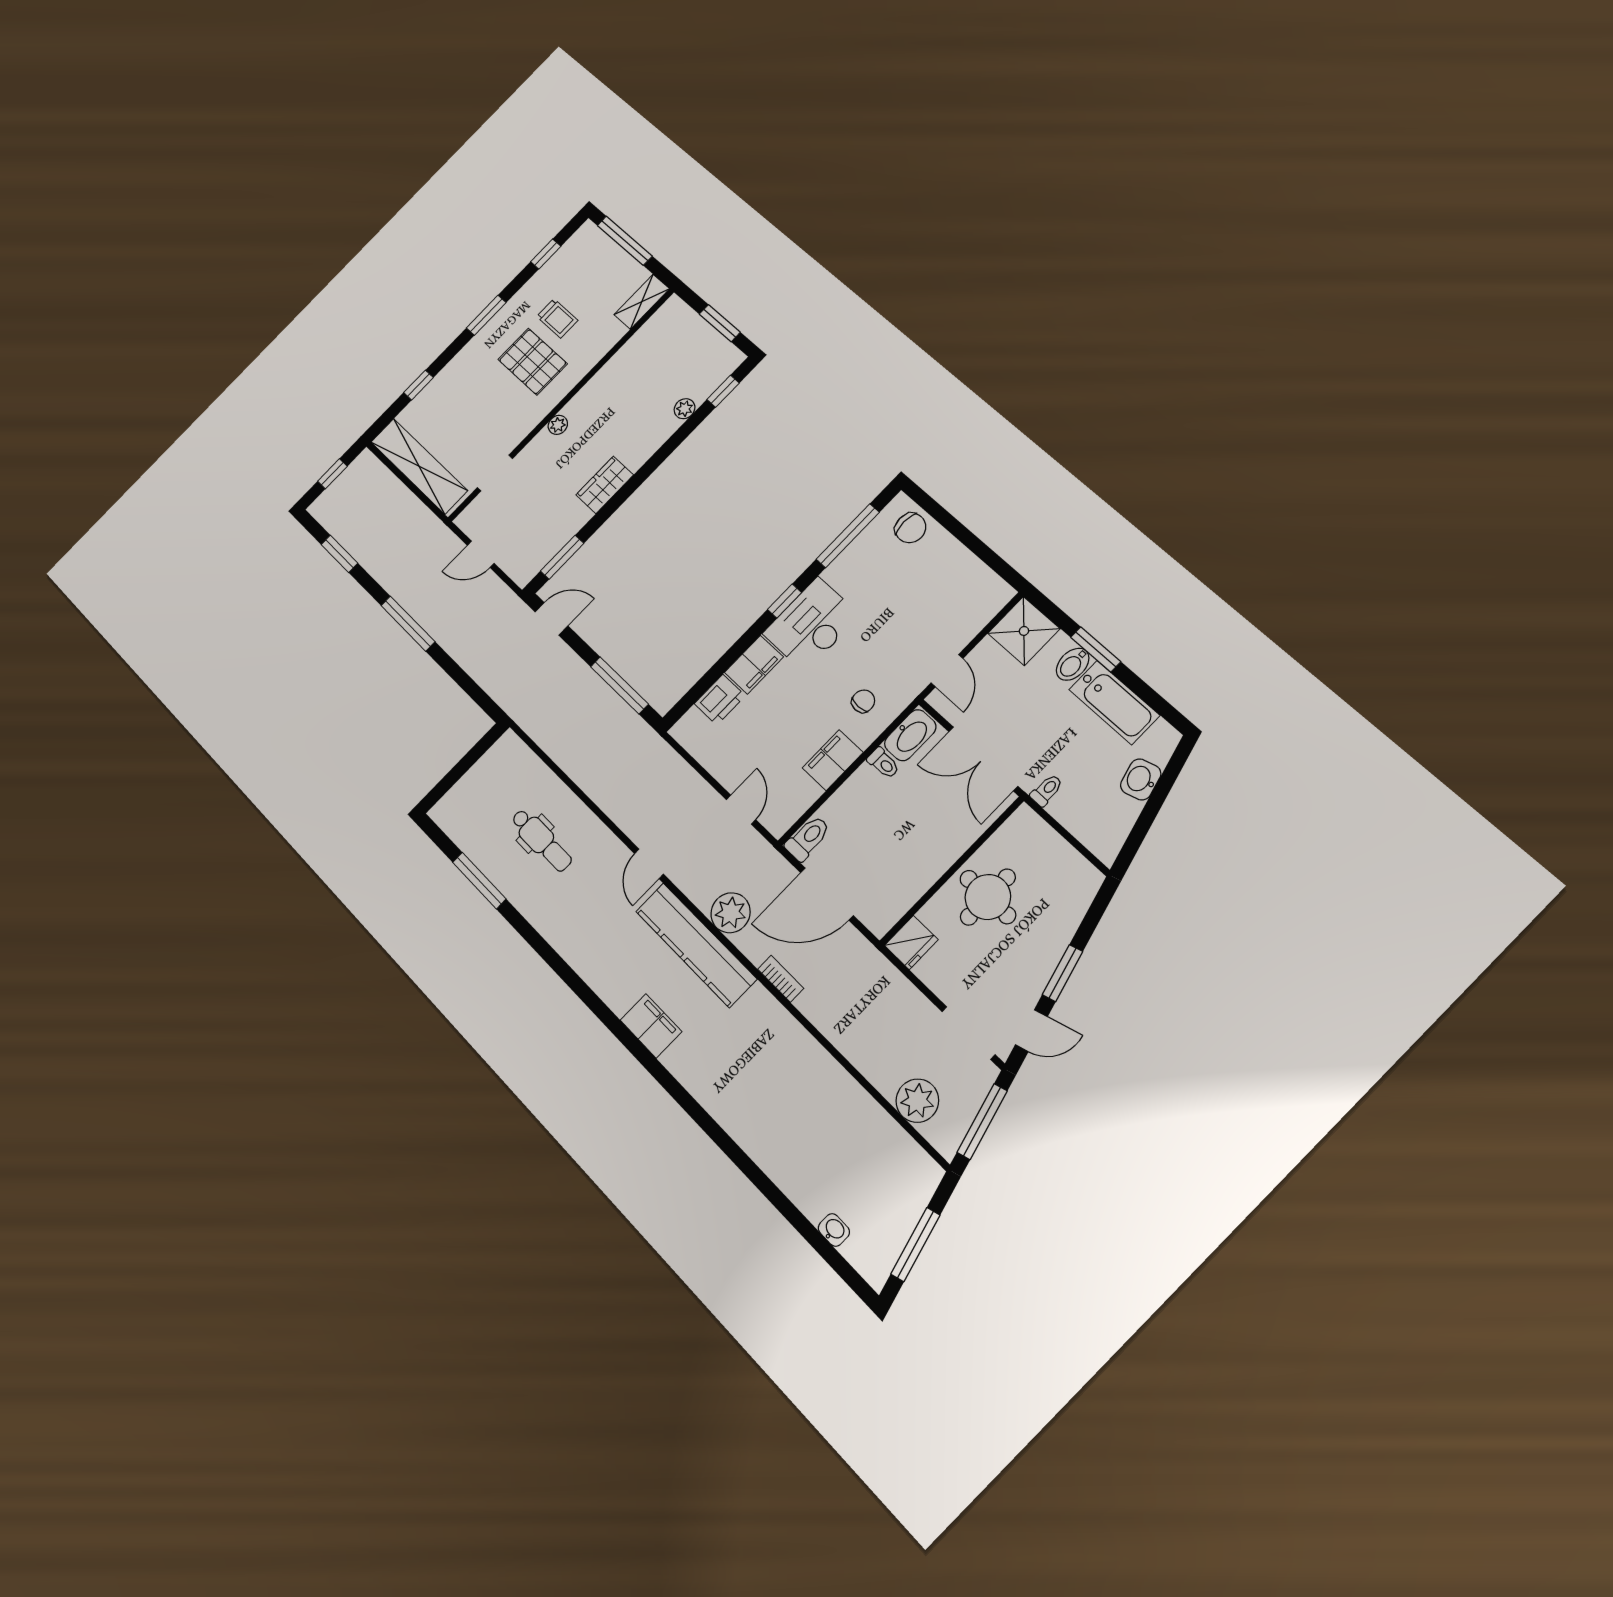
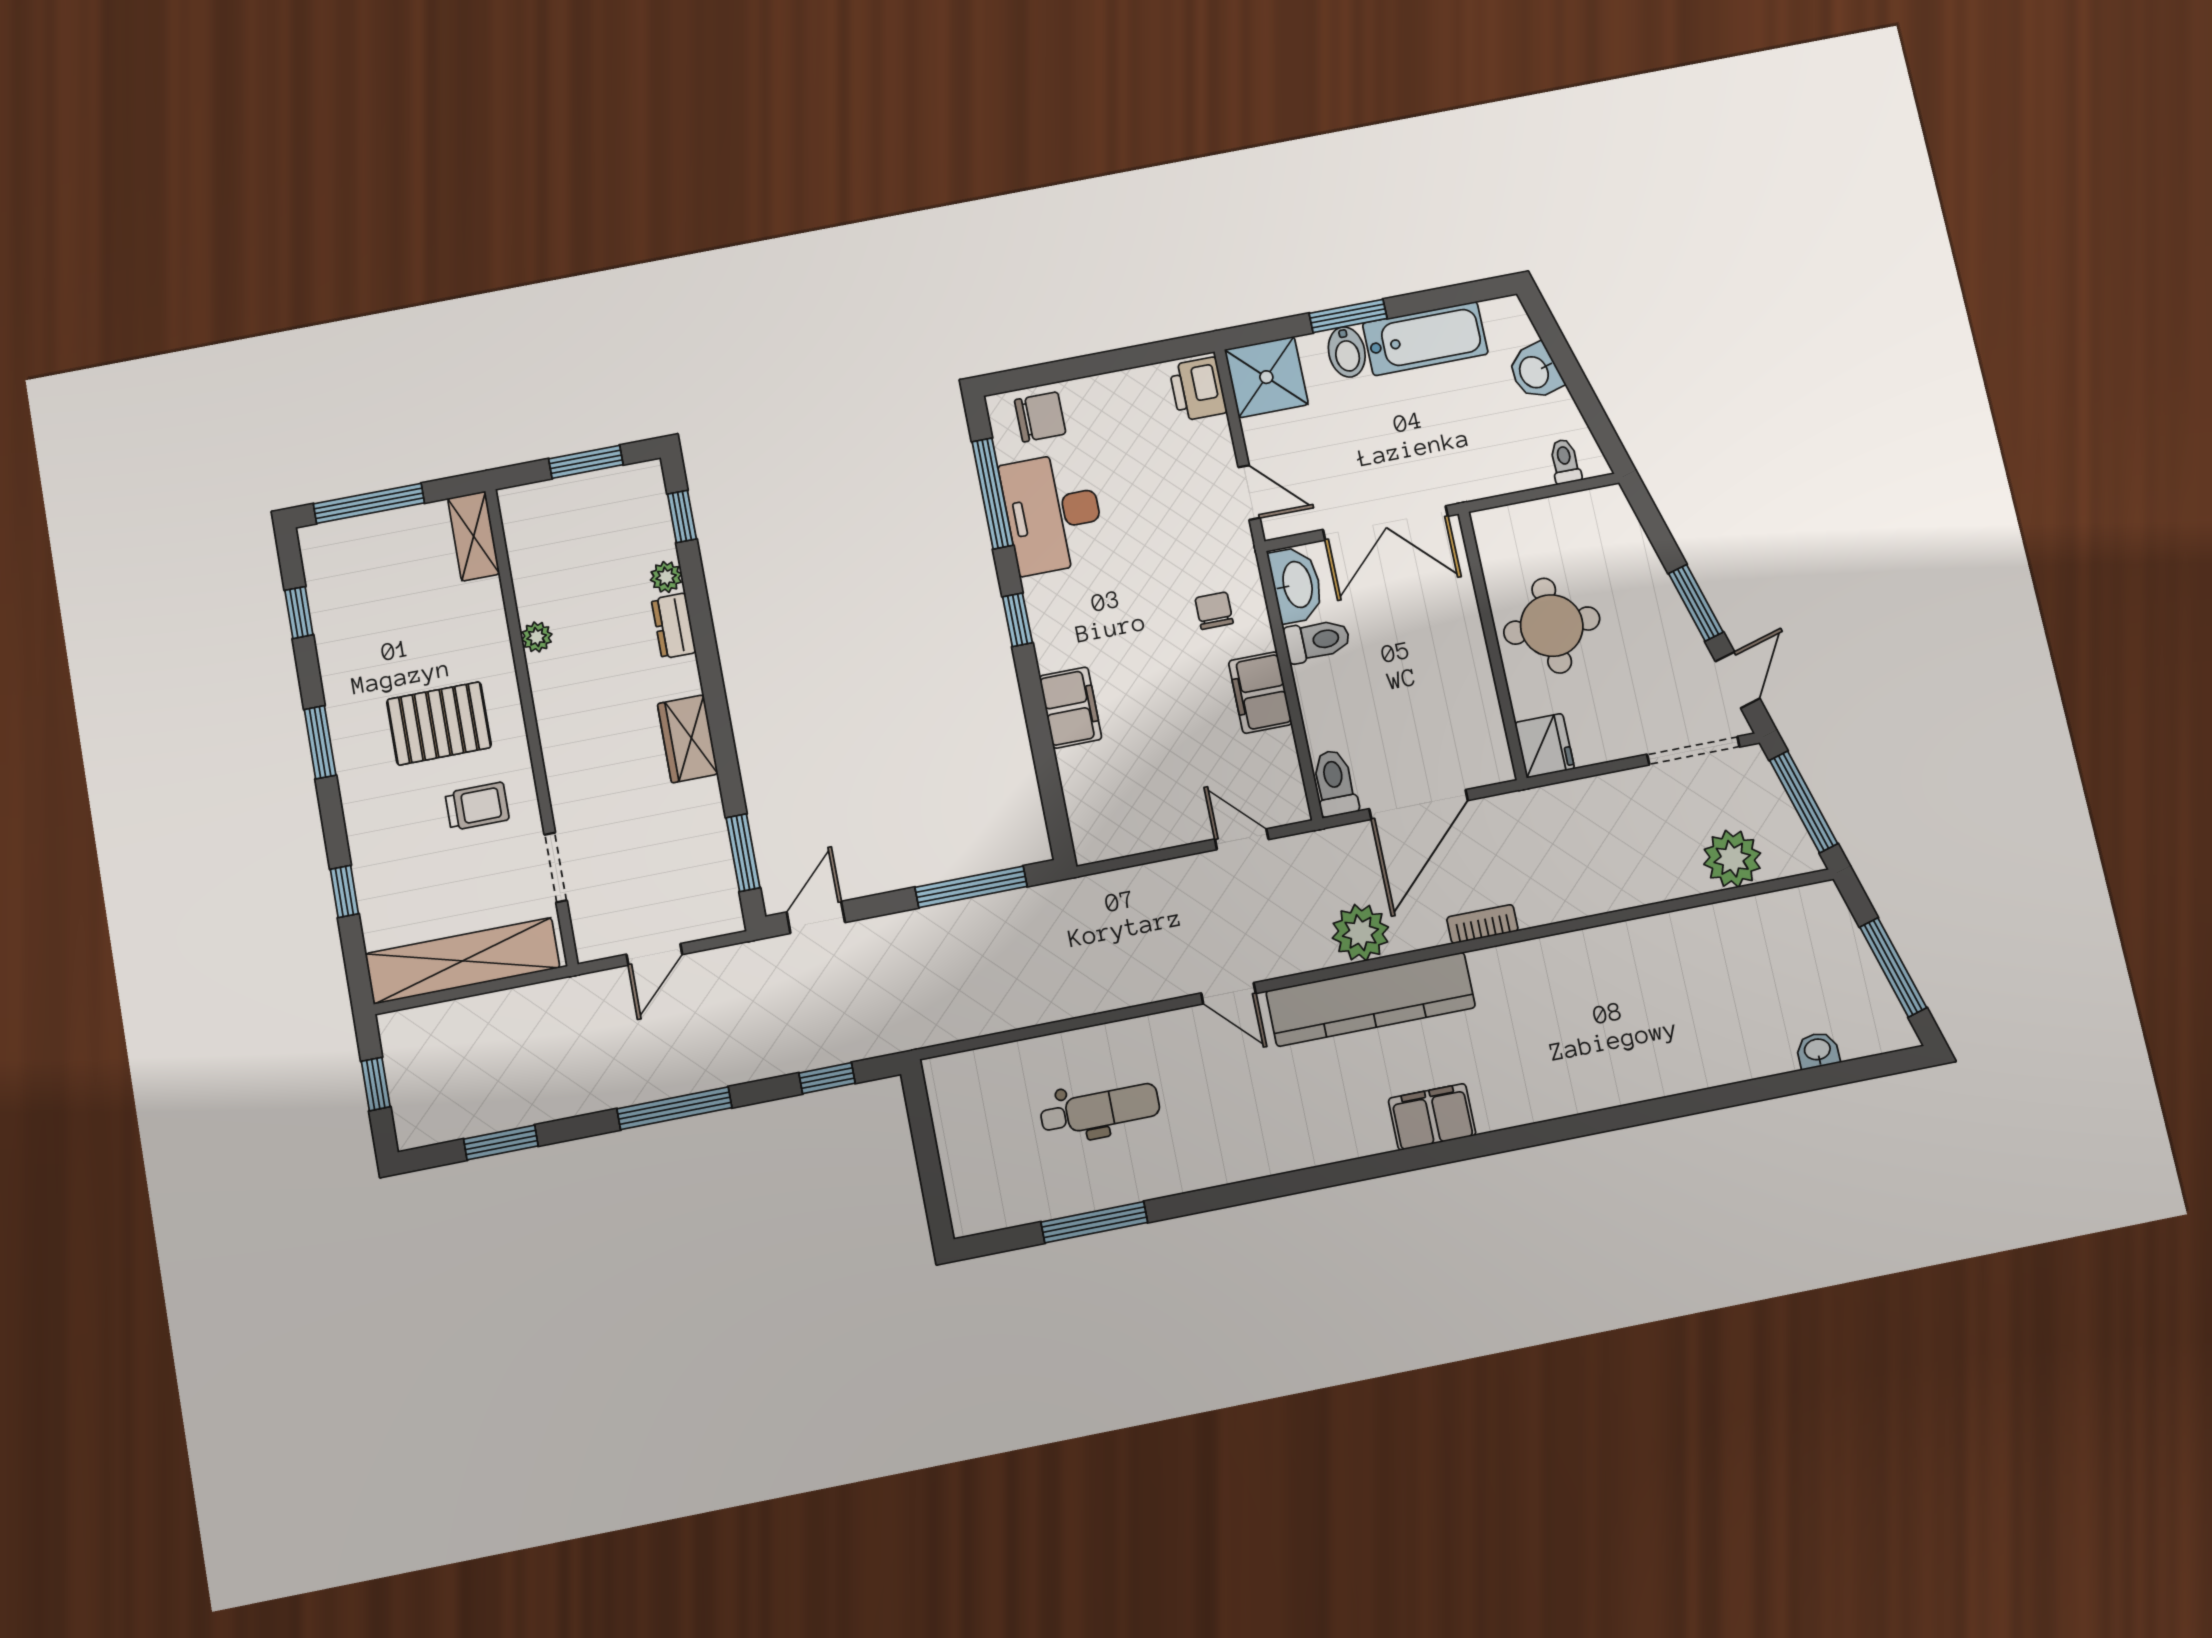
trolley: (557, 318) -> (477, 806), moved
plant: (558, 425) -> (537, 637), moved
dresser: (661, 432) -> (674, 626), added
desk: (811, 624) -> (1053, 513), moved
window: (470, 687) -> (827, 1078), added
printer: (720, 700) -> (1198, 389), moved, turned 180
toilet: (883, 763) -> (1317, 640), width x1.37, depth x1.39
toilet: (1047, 790) -> (1565, 461), moved

